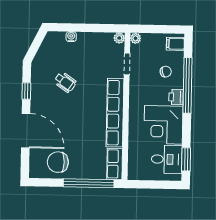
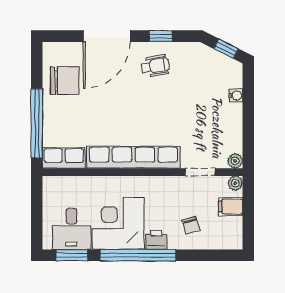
window: (37, 43) -> (226, 49), added
filing cabinet: (175, 44) -> (231, 207), moved, turned -90
wheelchair: (65, 82) -> (155, 66), moved, turned -136
window: (188, 85) -> (138, 255), moved
chair: (58, 162) -> (65, 81), turned 90

